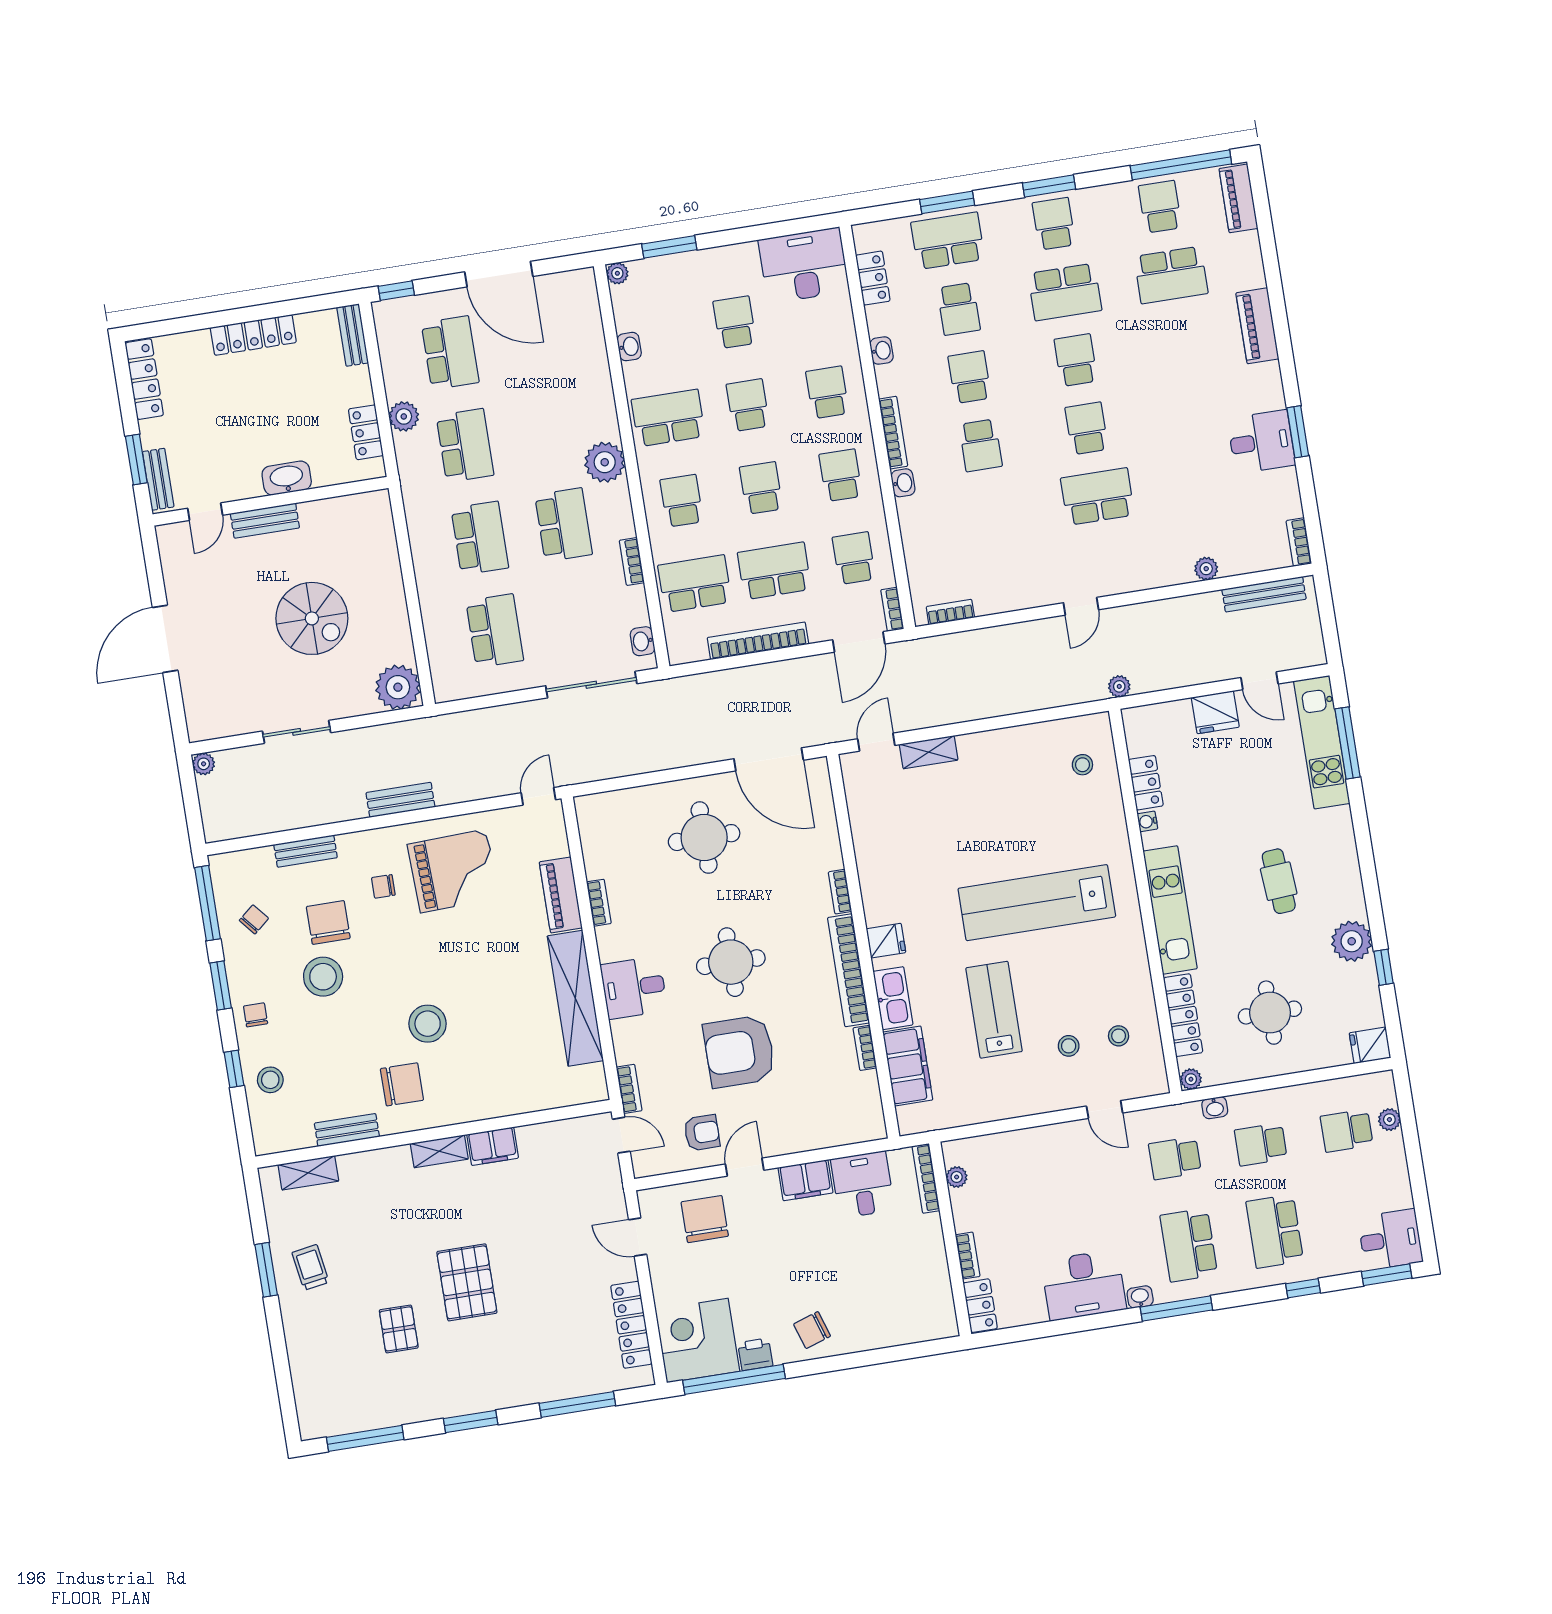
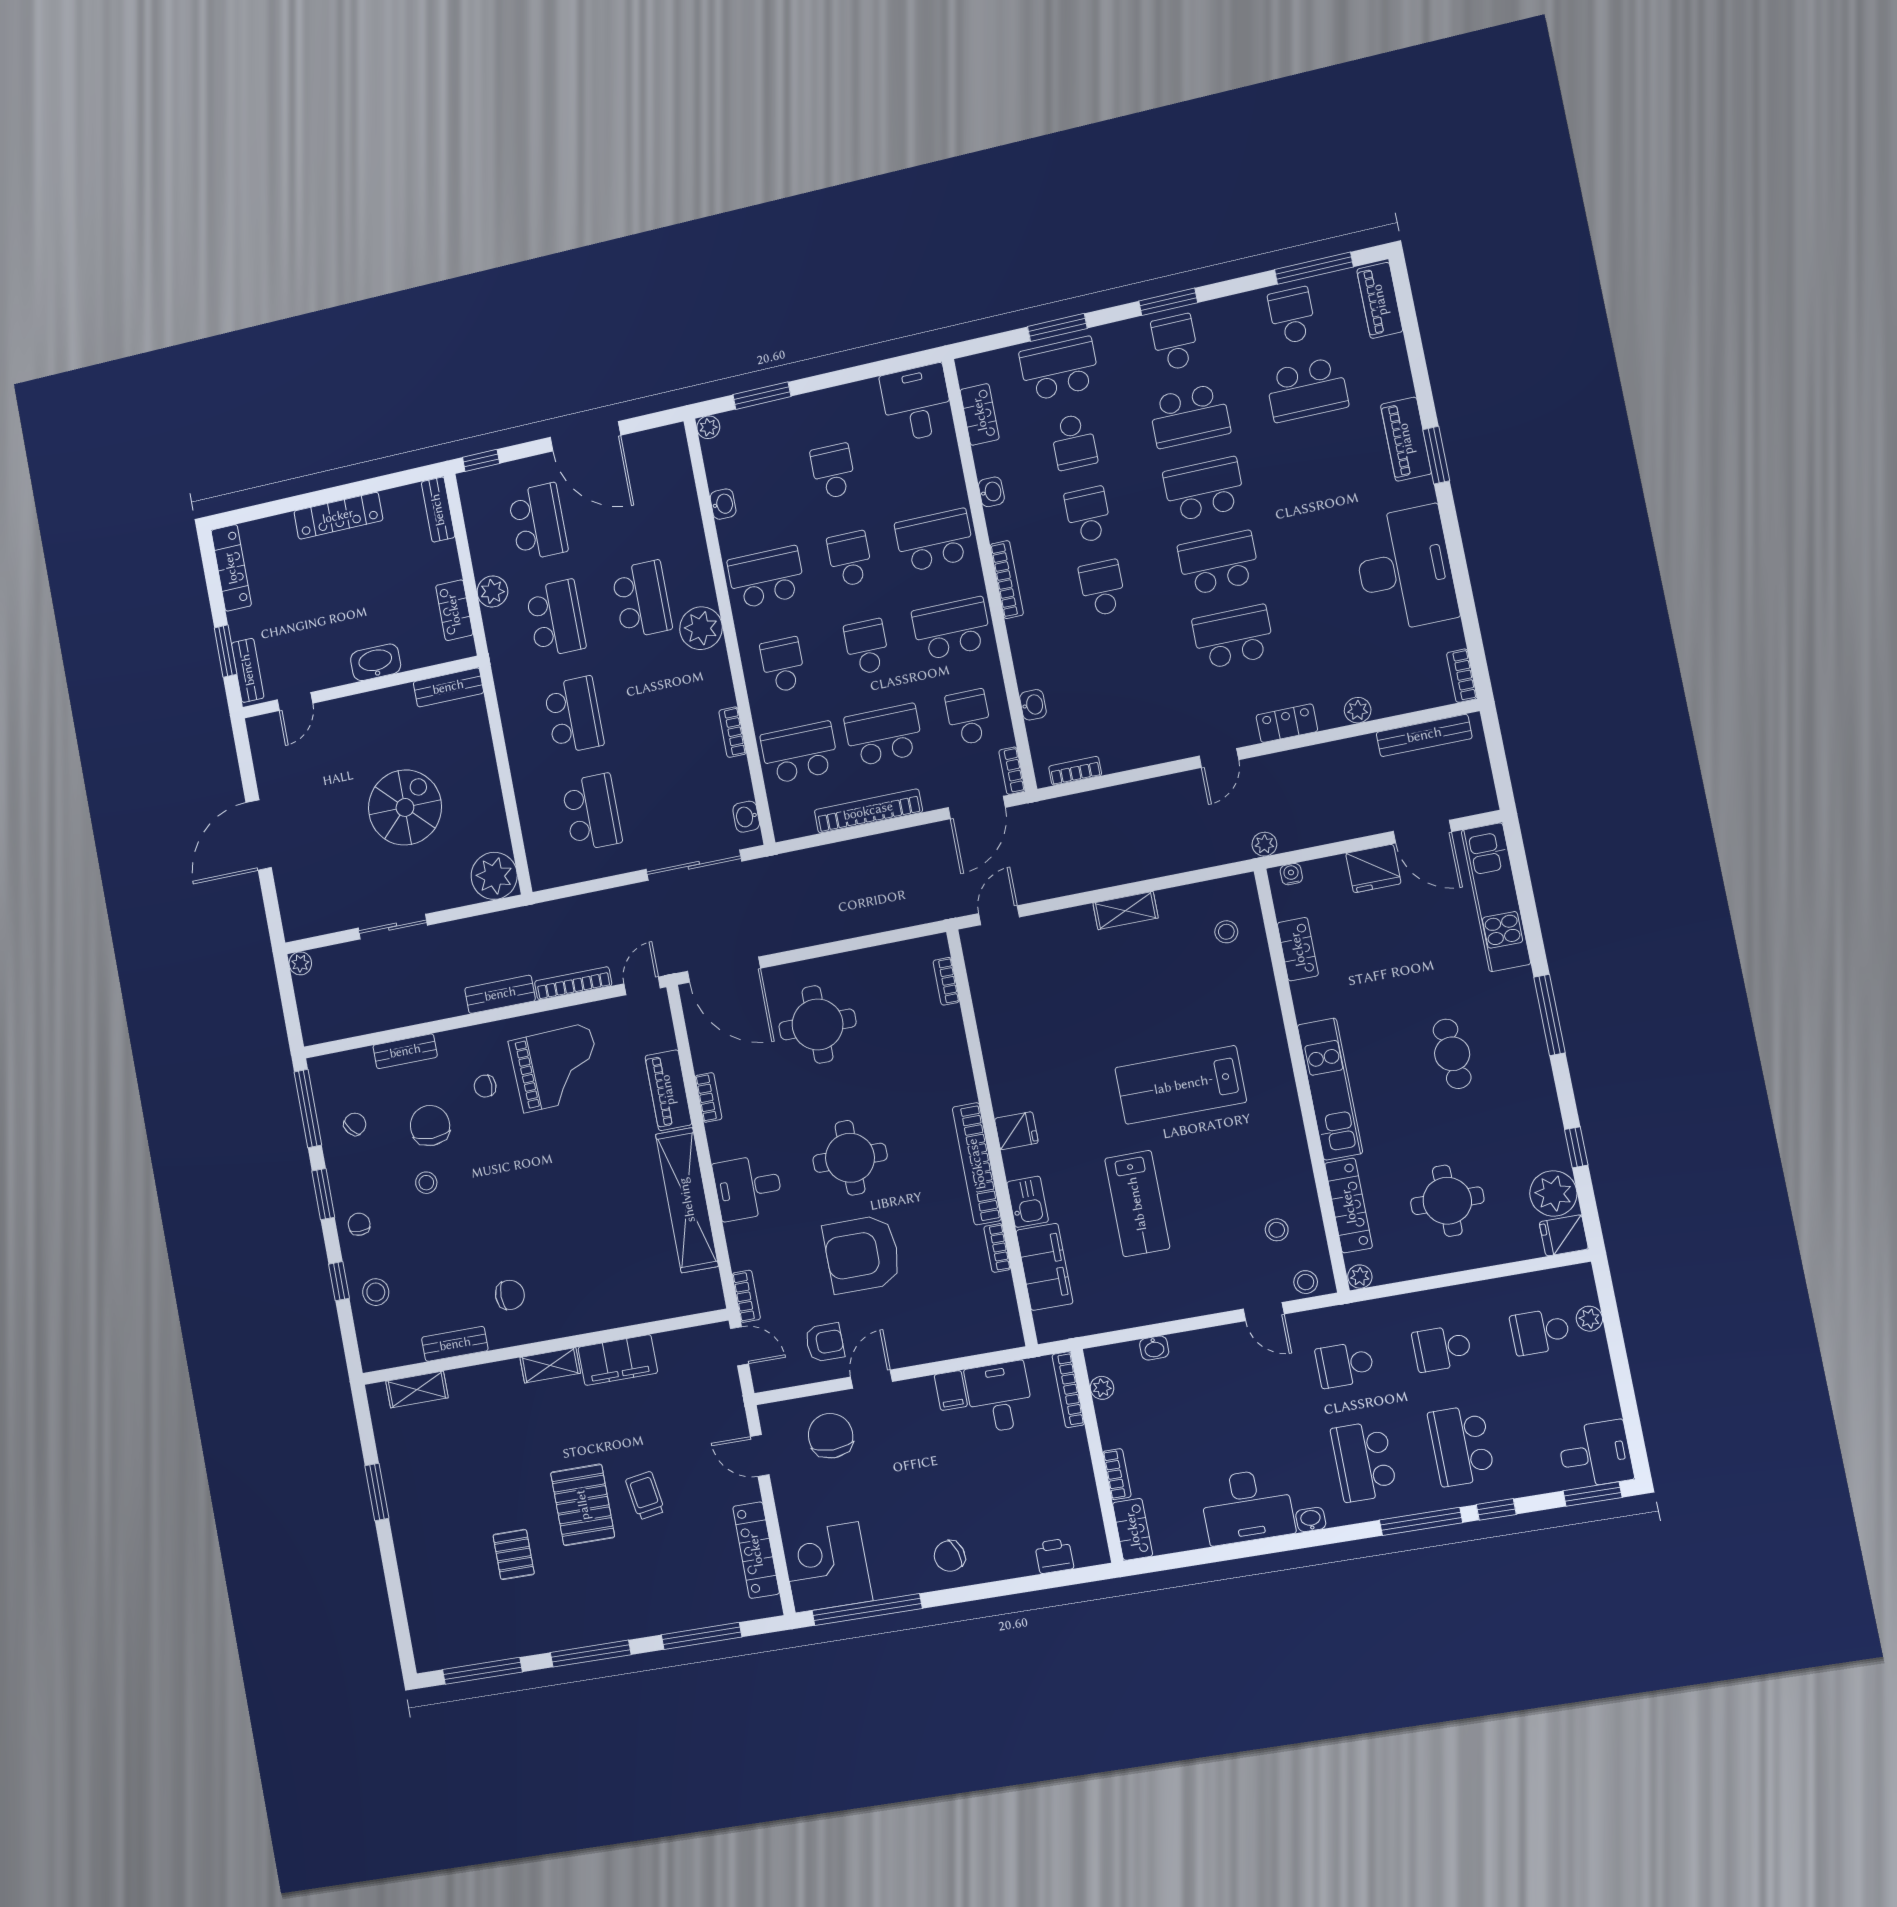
window: (1181, 165) -> (1314, 268), width x0.68
desk: (804, 265) -> (917, 403), width x0.73
school desk: (1076, 360) -> (1204, 489), width x1.85
school desk: (827, 392) -> (934, 540), width x1.85
school desk: (1087, 428) -> (1219, 563), width x1.85
window: (1298, 432) -> (1436, 455), moved
desk: (1261, 442) -> (1405, 569), width x1.87, depth x1.30
school desk: (981, 445) -> (1102, 588), turned 180
school desk: (841, 475) -> (951, 629), width x1.85
washbasin: (903, 483) -> (1033, 705), moved
bench: (265, 521) -> (448, 687), moved
school desk: (564, 525) -> (642, 599), moved
locker: (1143, 577) -> (1287, 723), added
spiral stairs: (312, 618) -> (405, 807), turned -90
door: (1260, 681) -> (1422, 832), width x1.38
window: (1348, 743) -> (1550, 1015), moved
shelving: (929, 752) -> (1126, 911), moved
door: (769, 759) -> (724, 970), moved
bookcase: (472, 792) -> (573, 983), added
water cooler: (1147, 821) -> (1291, 874), moved, turned 90
bookcase: (840, 892) -> (946, 981), moved
lab bench: (1037, 903) -> (1181, 1085), width x0.73
plant: (1352, 941) -> (1553, 1193), moved
stool: (323, 977) -> (426, 1183), width x0.53, depth x0.53
kitchen sink: (893, 998) -> (1028, 1202), width x0.73
lab bench: (994, 1010) -> (1137, 1204), turned 180
stool: (428, 1024) -> (534, 1230), removed
stool: (1069, 1046) -> (1306, 1282), moved
chair: (402, 1084) -> (510, 1295), width x0.73, depth x0.73
washbasin: (1215, 1108) -> (1154, 1348), moved
filing cabinet: (493, 1146) -> (618, 1360), width x1.50, depth x1.17
filing cabinet: (805, 1180) -> (951, 1390), width x0.50
trolley: (310, 1267) -> (645, 1496), moved
window: (1176, 1308) -> (1421, 1521), moved
printer: (755, 1354) -> (1054, 1556), moved
window: (471, 1422) -> (591, 1654), width x1.44

